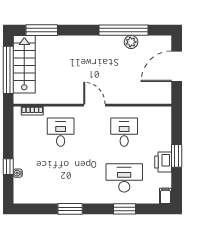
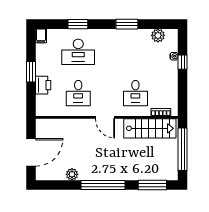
window: (123, 30) -> (103, 185), moved
stairs: (24, 64) -> (150, 128), moved, turned -90
printer: (163, 162) -> (43, 85), moved
plant: (36, 196) -> (158, 35), added

